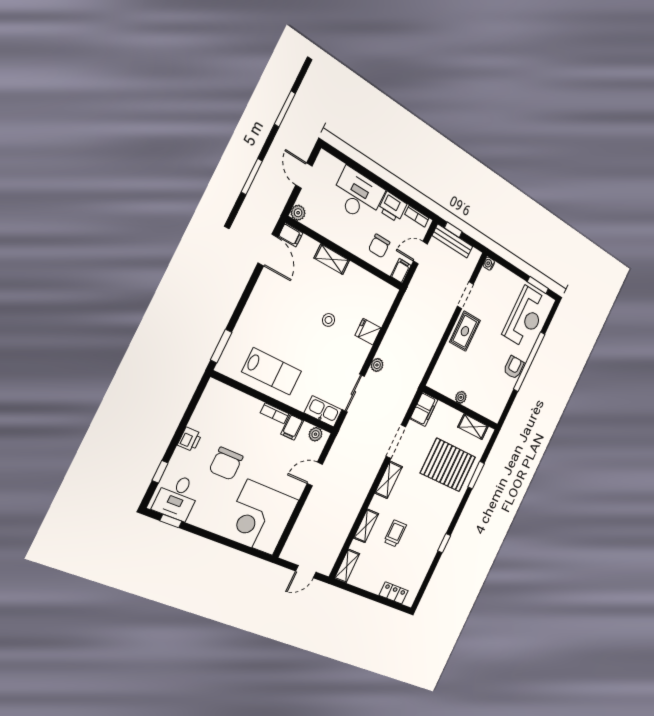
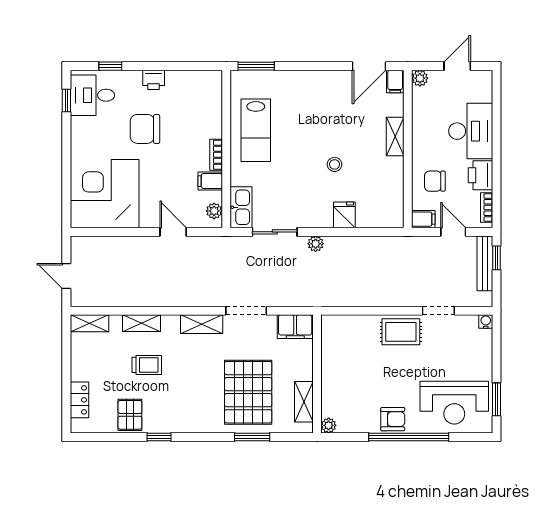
plant: (461, 397) -> (329, 425), moved
pallet: (421, 559) -> (130, 415), added

